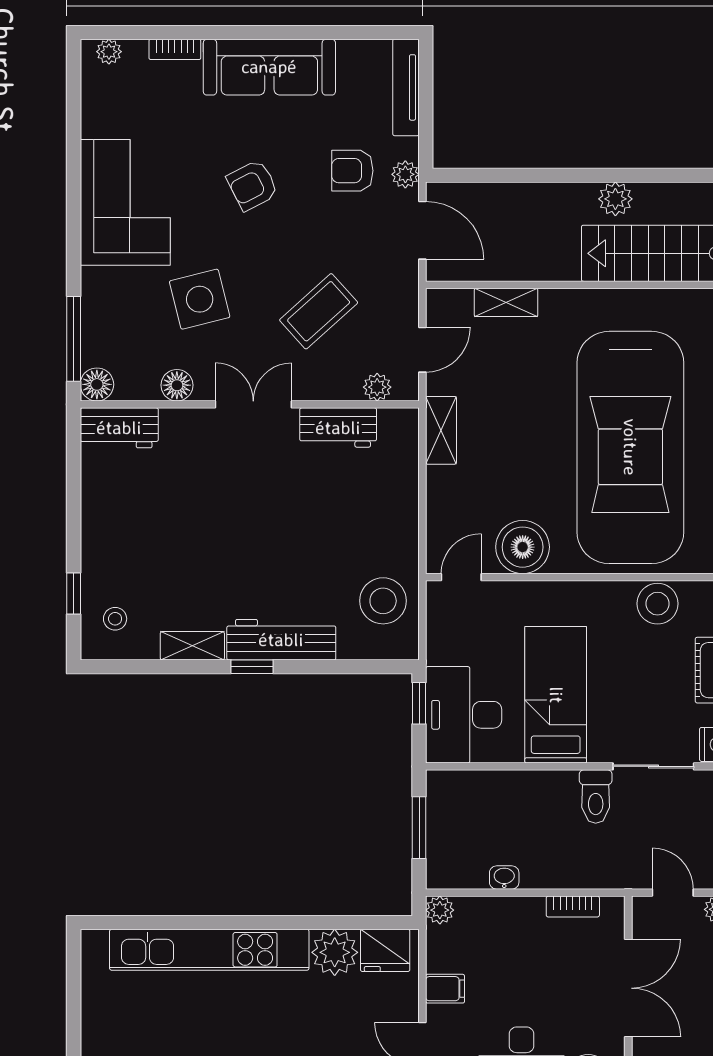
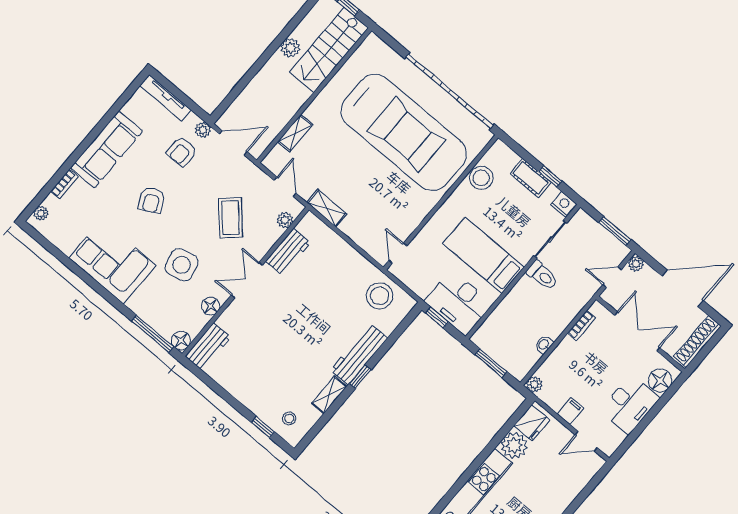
boiler: (523, 547) -> (407, 216), removed

